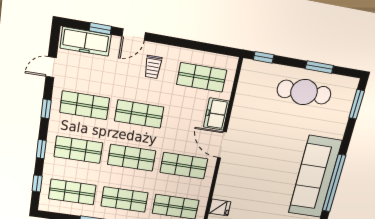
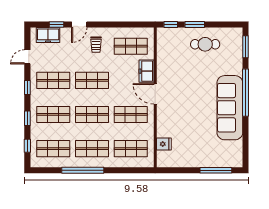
freezer: (86, 41) -> (48, 35), width x0.71
window: (319, 67) -> (195, 25), moved
cafe table: (304, 92) -> (205, 44), width x0.73, depth x0.74
window: (334, 183) -> (246, 93), moved

